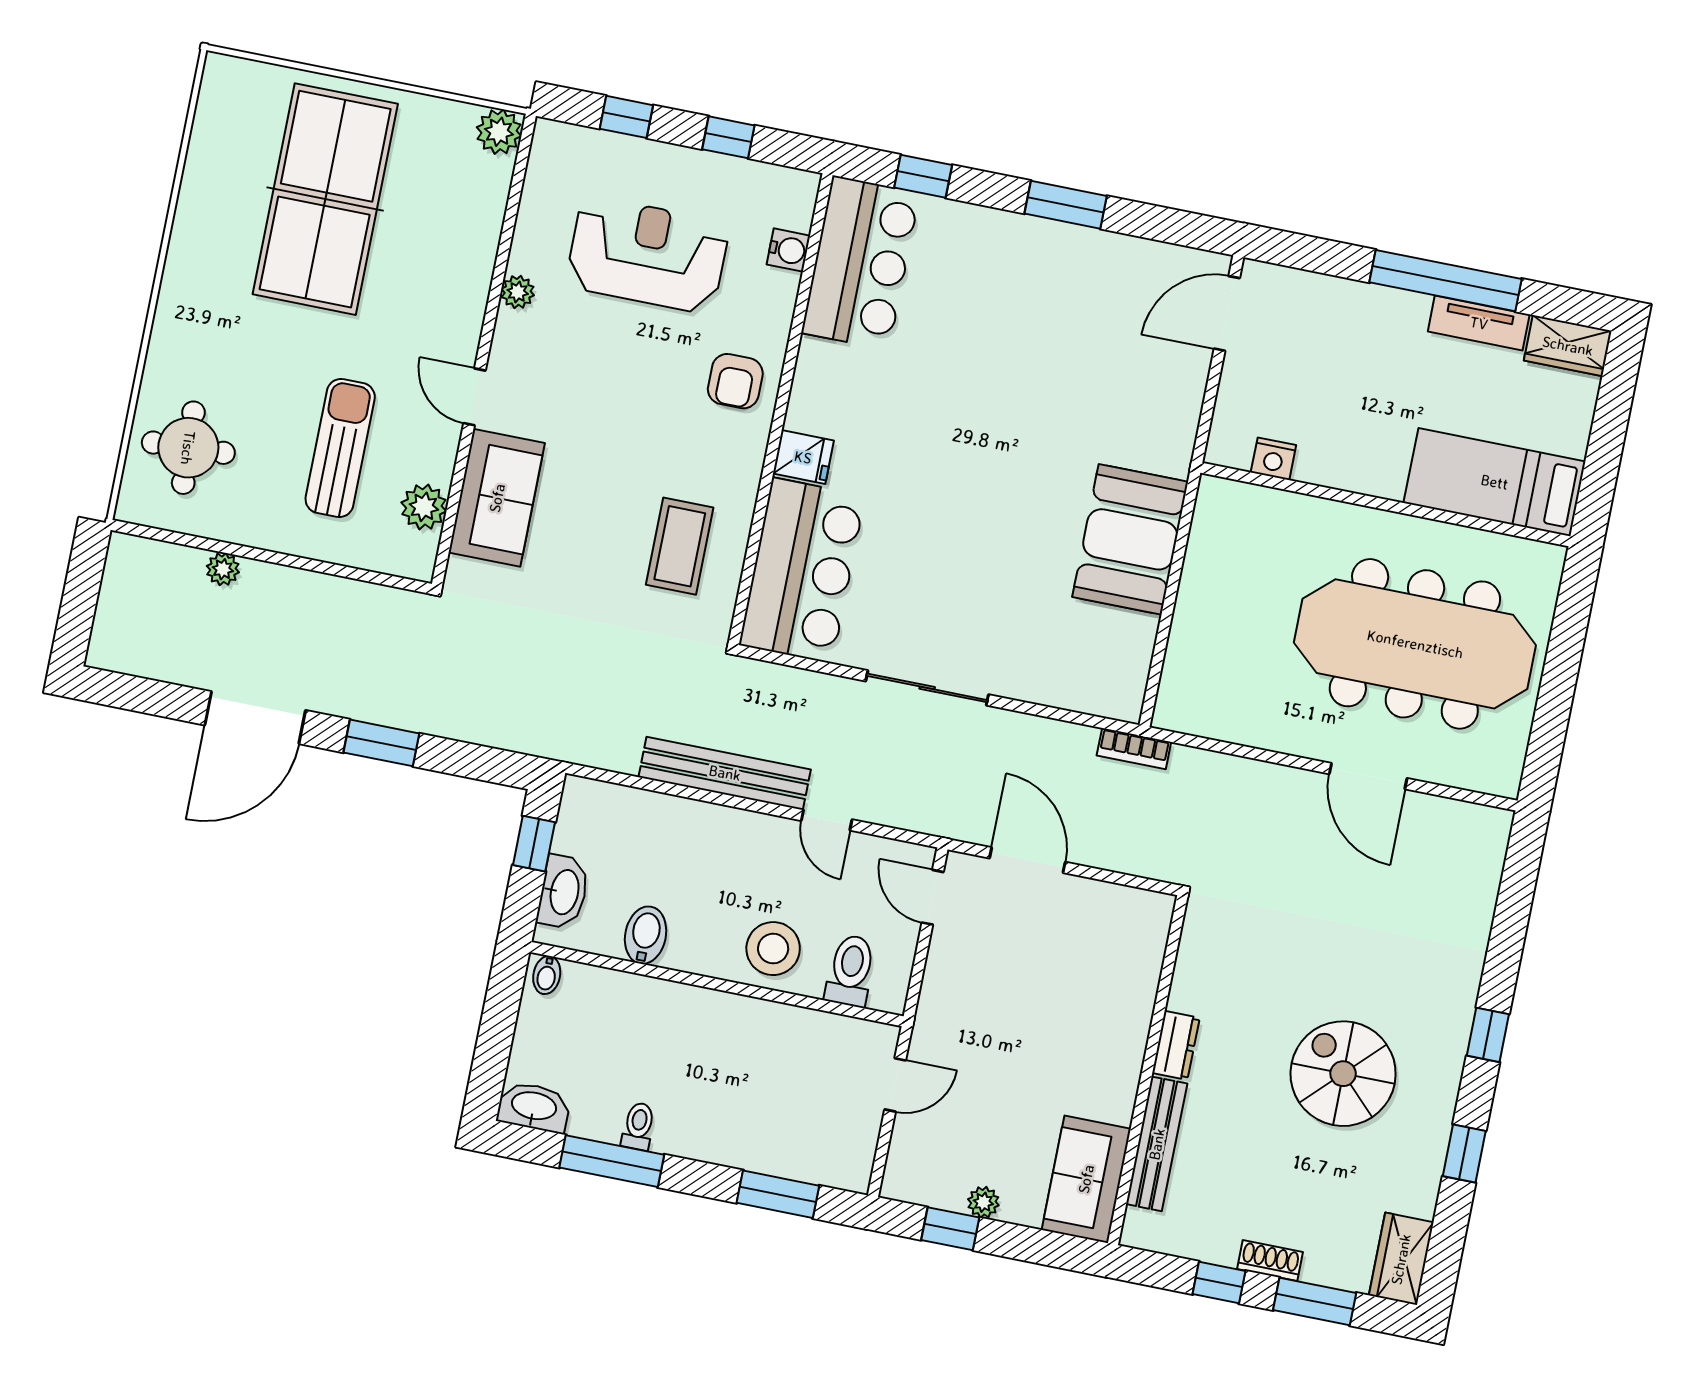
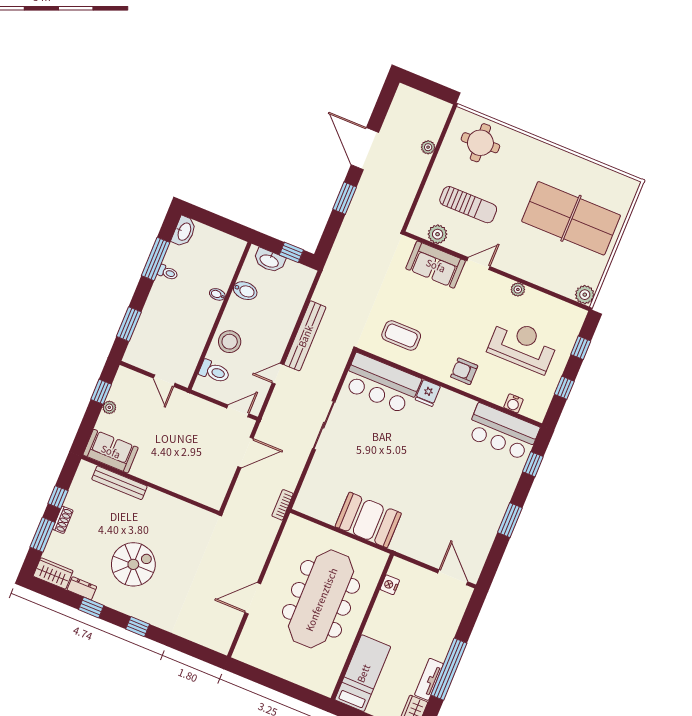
reception desk: (648, 255) -> (523, 345), turned -90
meeting table: (1415, 644) -> (321, 599), moved
bidet: (547, 975) -> (217, 294), moved
dresser: (1176, 1045) -> (82, 588), moved, turned 180

